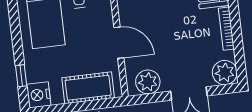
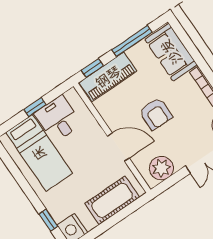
armchair: (168, 30) -> (156, 114), added

